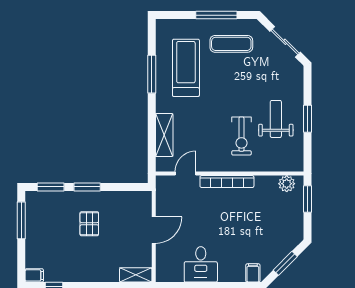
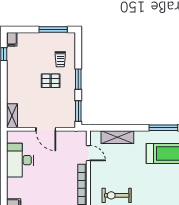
window: (51, 187) -> (78, 111), moved
trolley: (61, 211) -> (60, 59), added
desk: (201, 264) -> (20, 160), width x1.37

